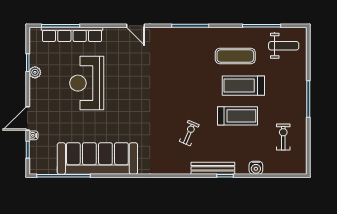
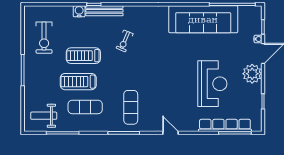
exercise mat: (182, 56) -> (131, 107), added
plant: (35, 72) -> (252, 74), moved, width x1.88, depth x1.88
treadmill: (243, 86) -> (78, 82), turned 180
exercise bike: (283, 137) -> (44, 38), width x1.38, depth x1.39
water cooler: (256, 168) -> (79, 11), moved

